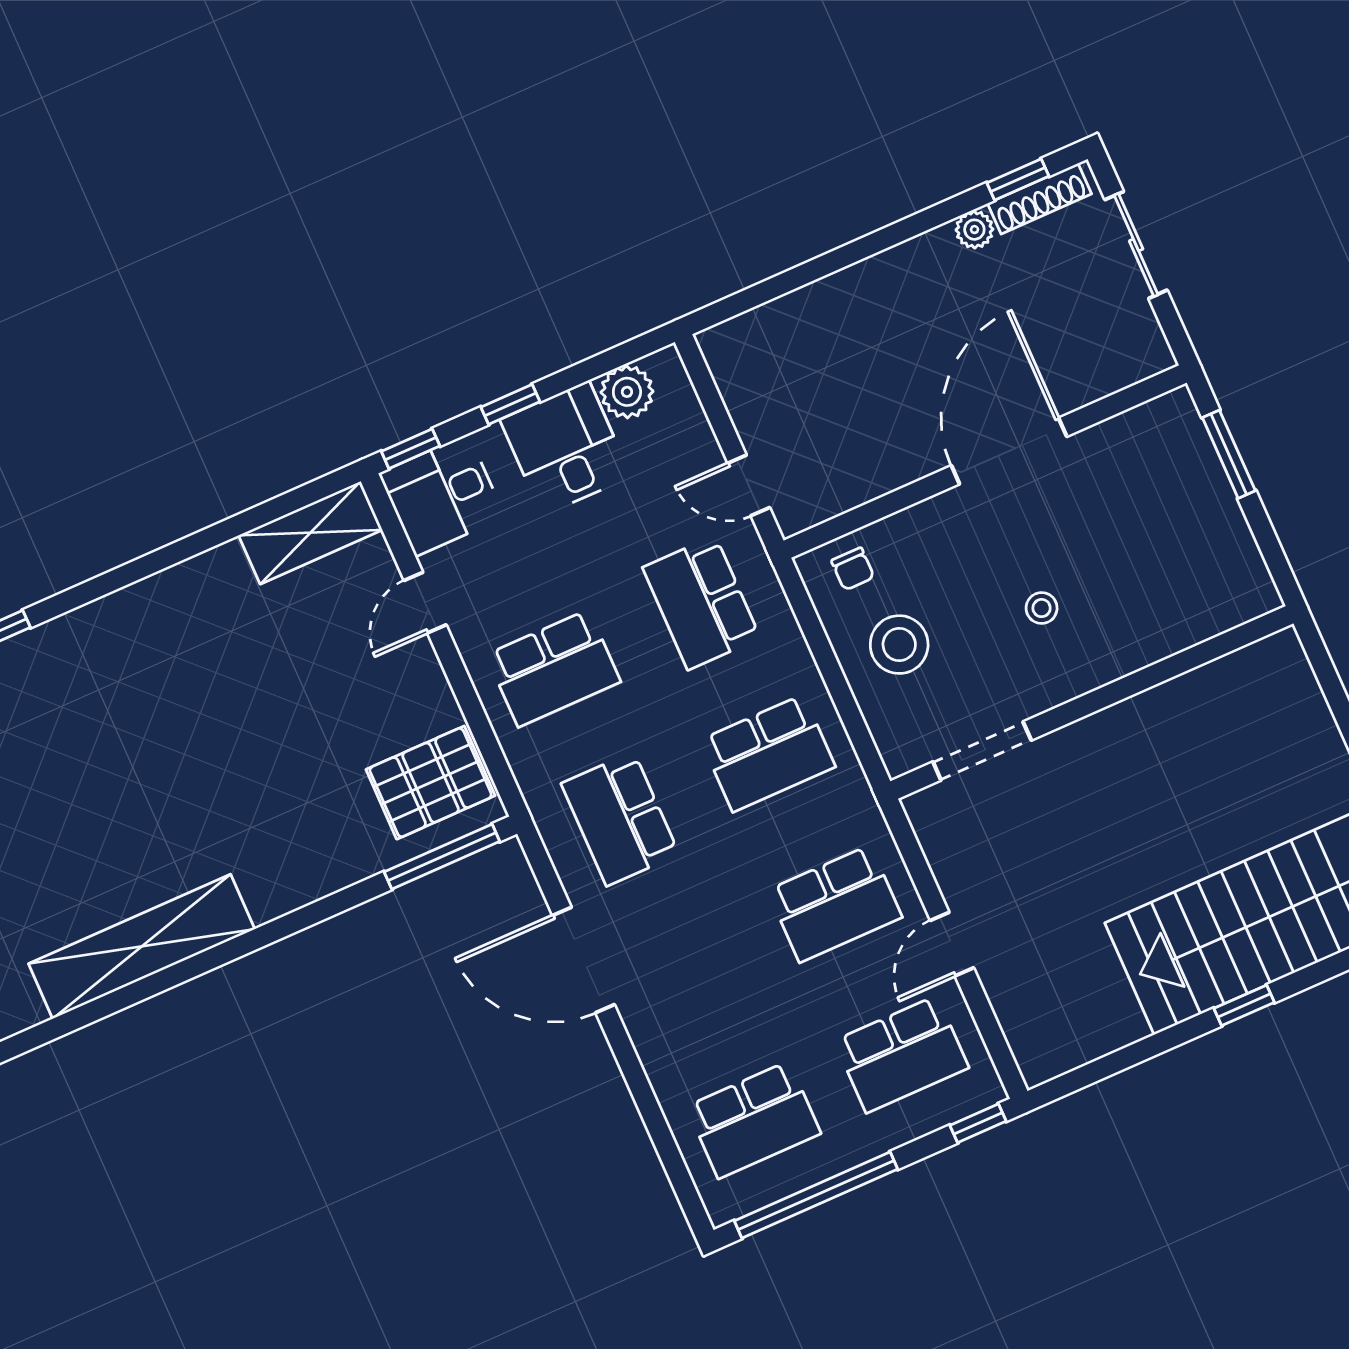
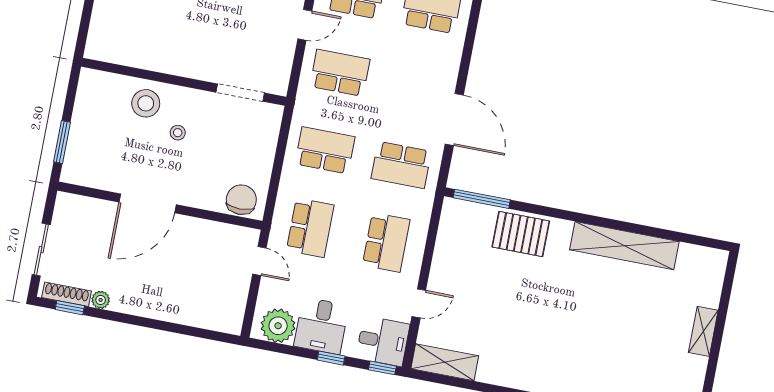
plant: (627, 392) -> (278, 326), width x1.36, depth x1.36
chair: (853, 569) -> (241, 200), width x1.87, depth x1.87
stool: (899, 645) -> (146, 103), moved
school desk: (553, 668) -> (386, 242), turned 90
pallet: (431, 783) -> (521, 234), moved
school desk: (620, 819) -> (401, 165), turned 90

